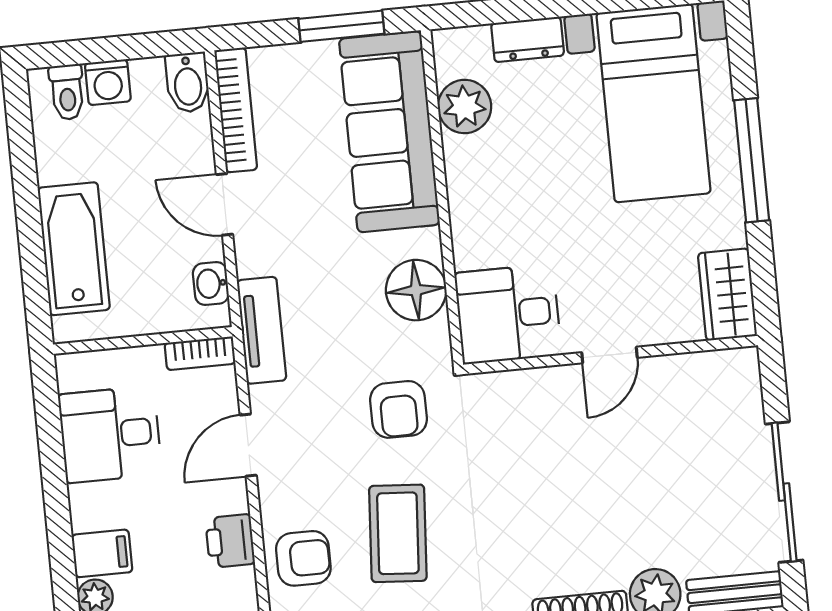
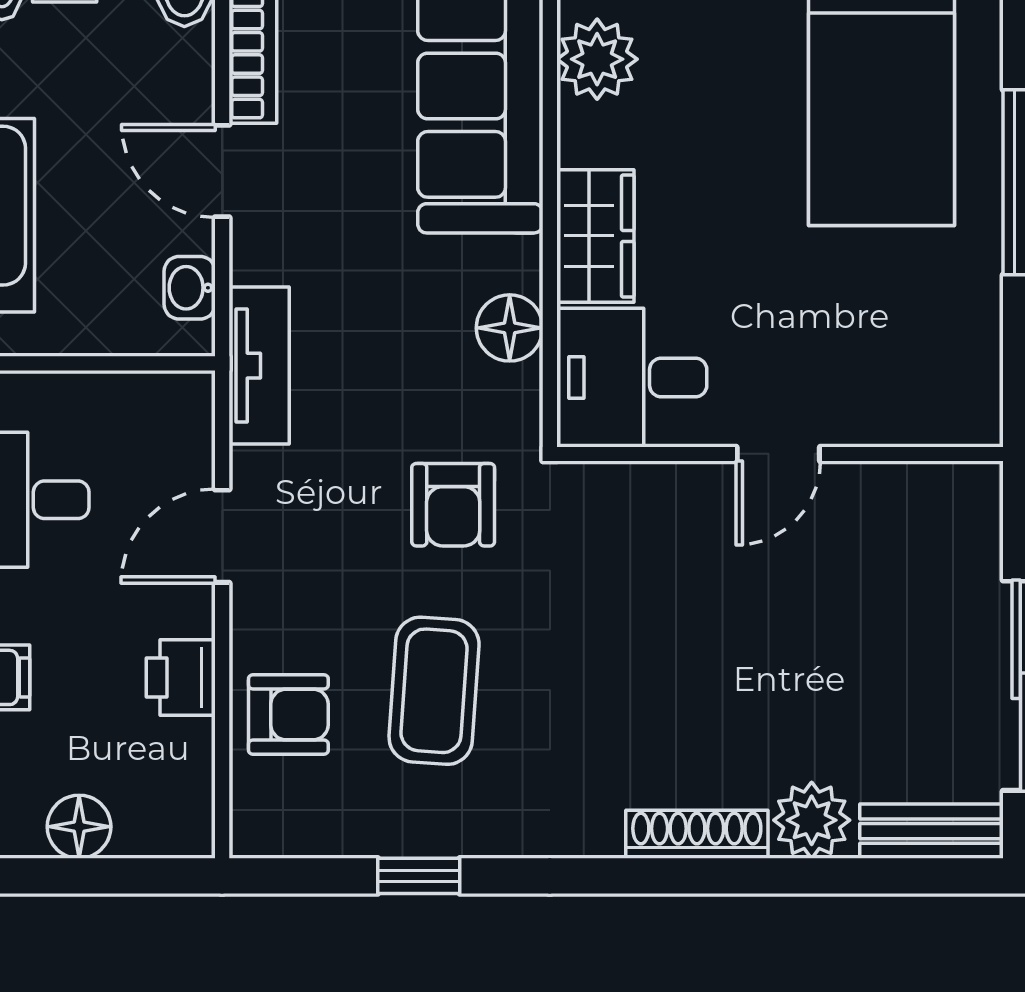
floor lamp: (416, 290) -> (510, 328), width x0.73, depth x0.73
wardrobe: (728, 295) -> (595, 236), moved, turned 180
bookcase: (200, 353) -> (163, 391), removed

